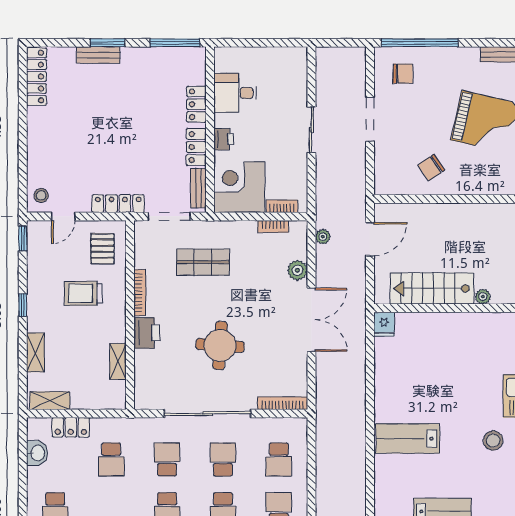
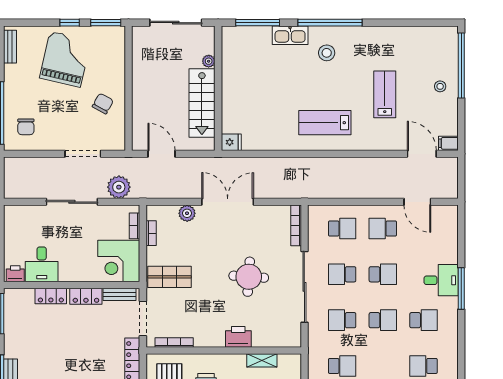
chair: (403, 74) -> (26, 127), turned 180
doorway: (370, 119) -> (83, 154), moved
sliding door: (311, 130) -> (72, 202), width x1.37
printer: (224, 139) -> (15, 274), moved
chair: (431, 168) -> (103, 104), turned -117
plant: (323, 237) -> (119, 187), moved, width x1.88, depth x1.88
shop shelf: (203, 262) -> (169, 277), moved, turned 90
bookcase: (140, 293) -> (174, 342), moved
lab bench: (408, 438) -> (325, 123), turned 90

